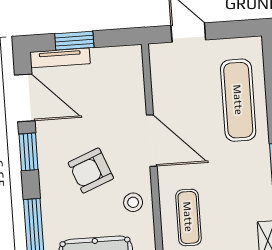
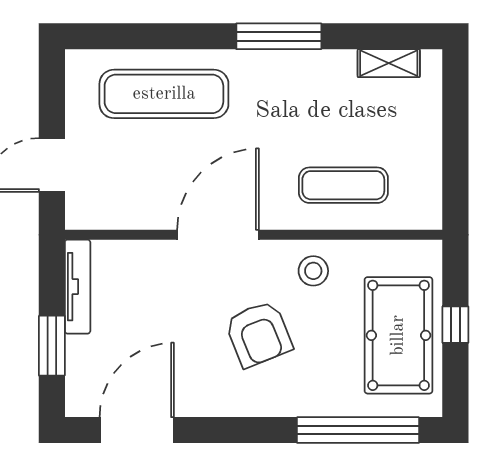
tv unit: (60, 58) -> (78, 287), moved
window: (29, 152) -> (222, 430), removed

